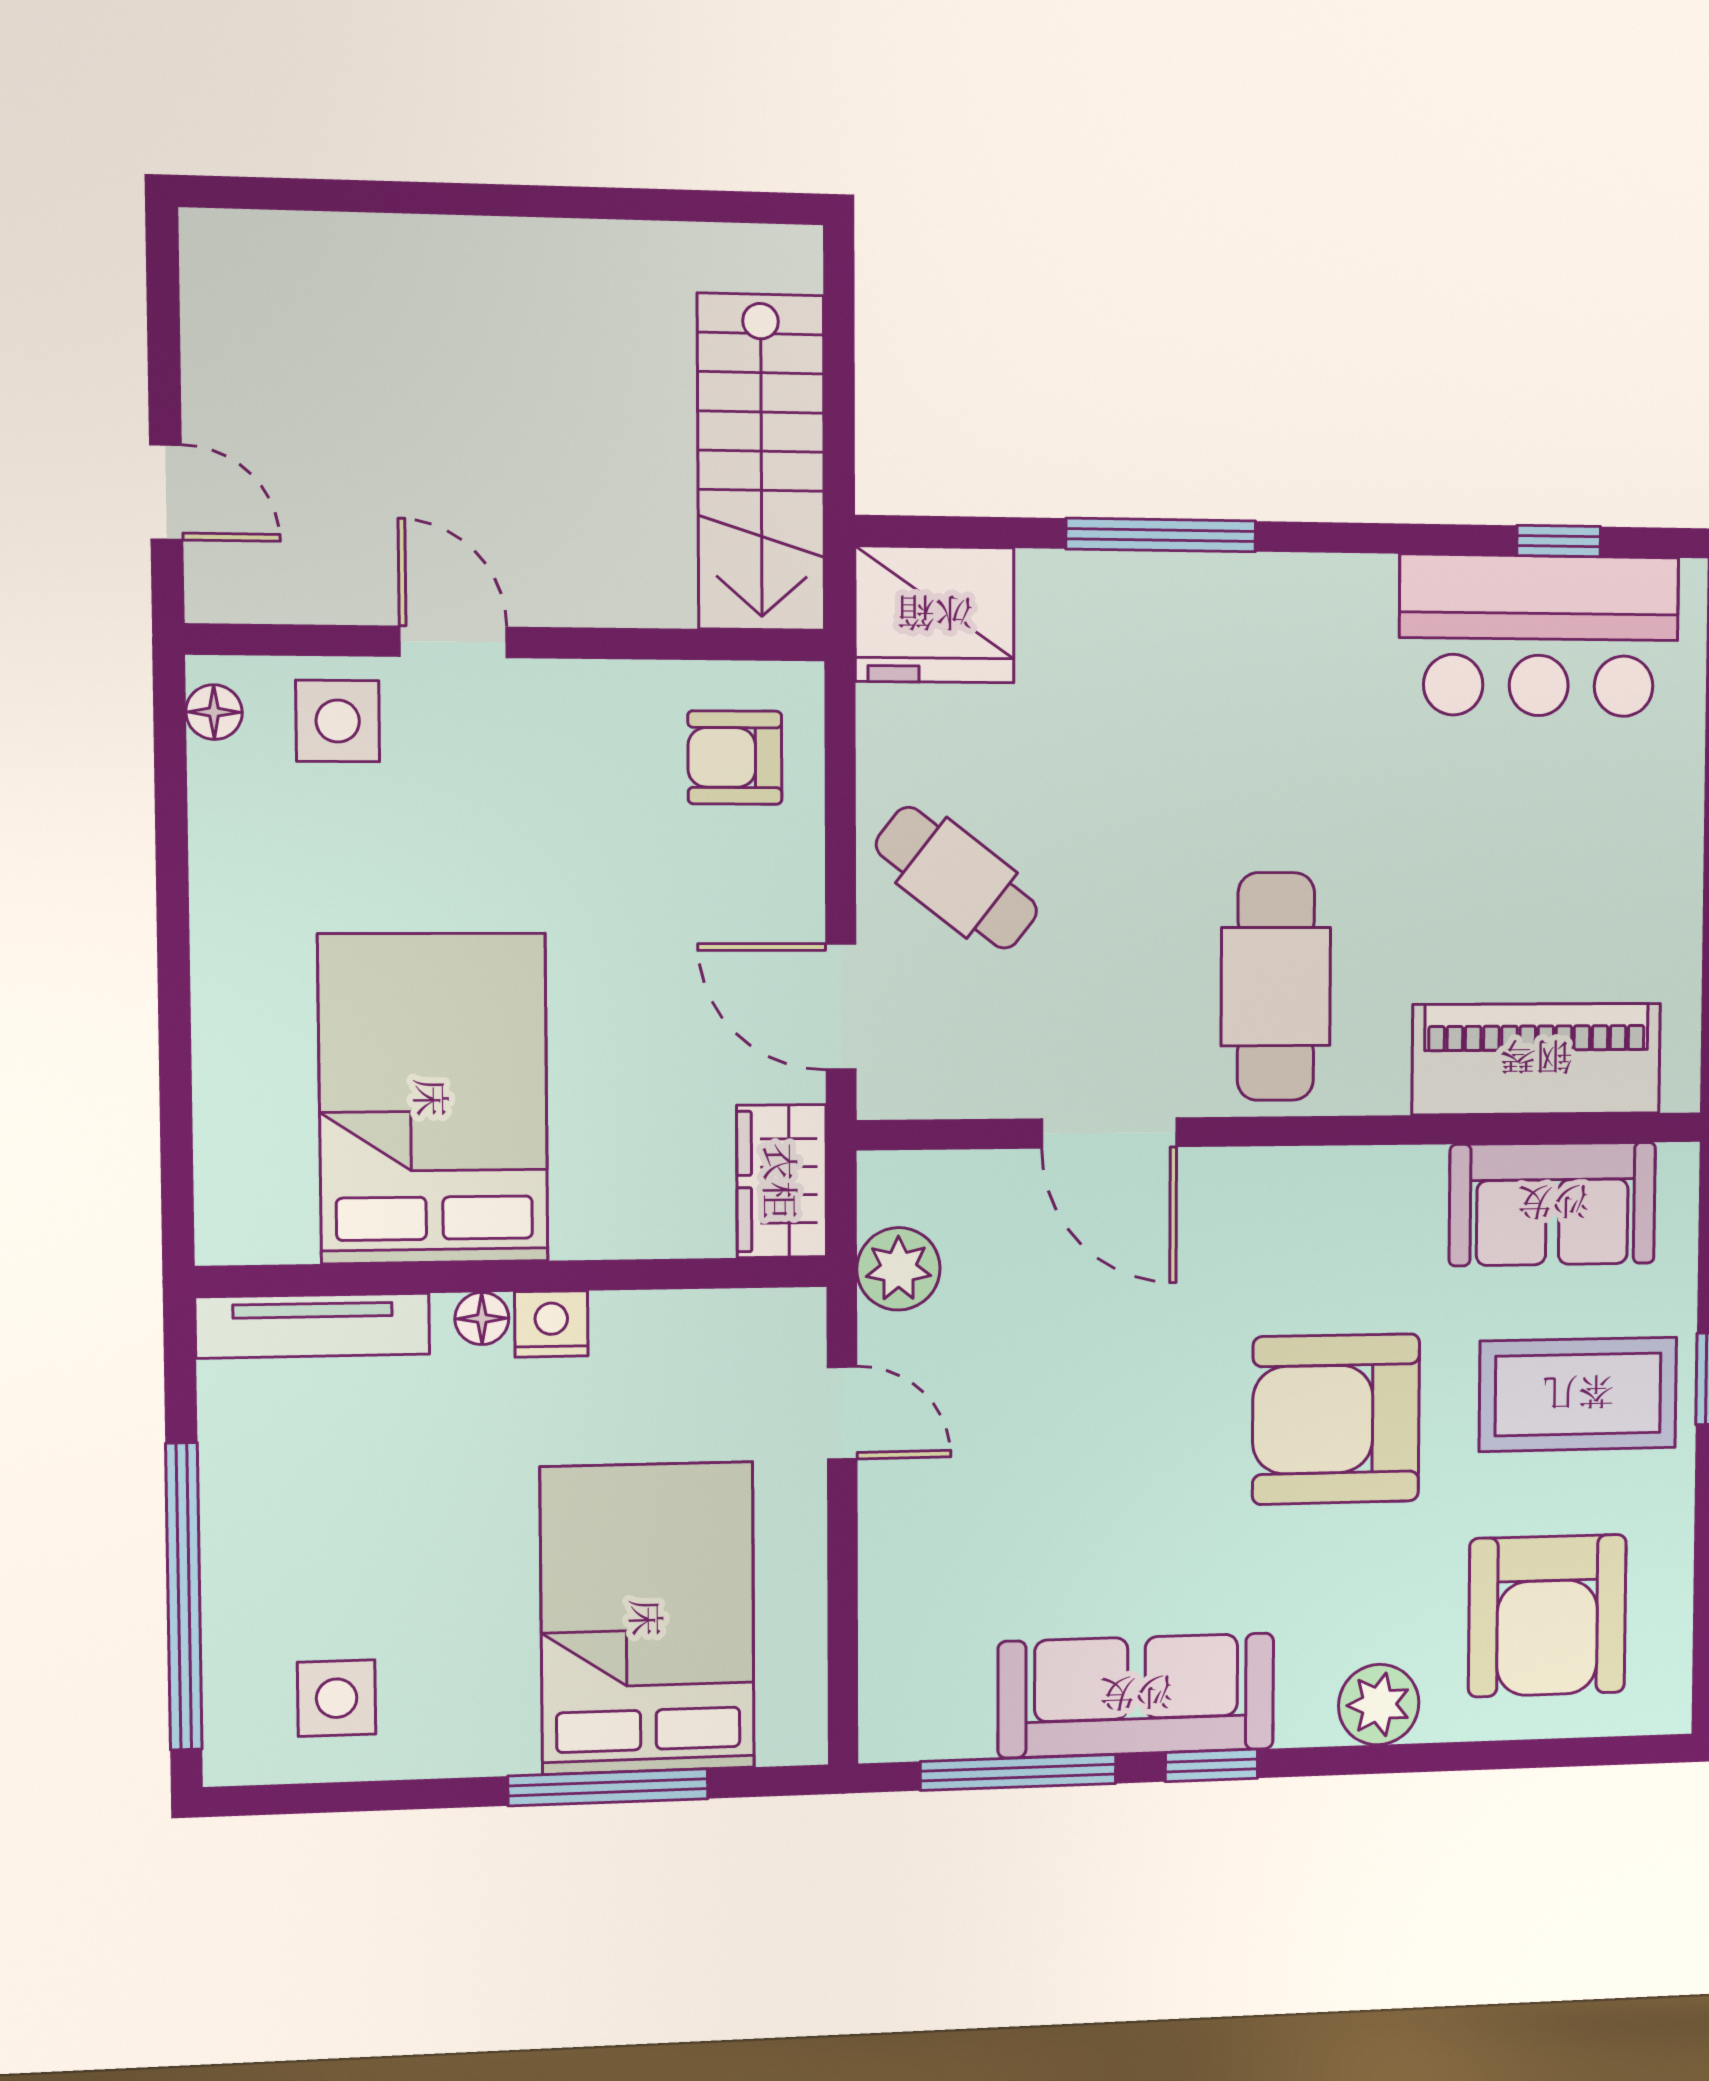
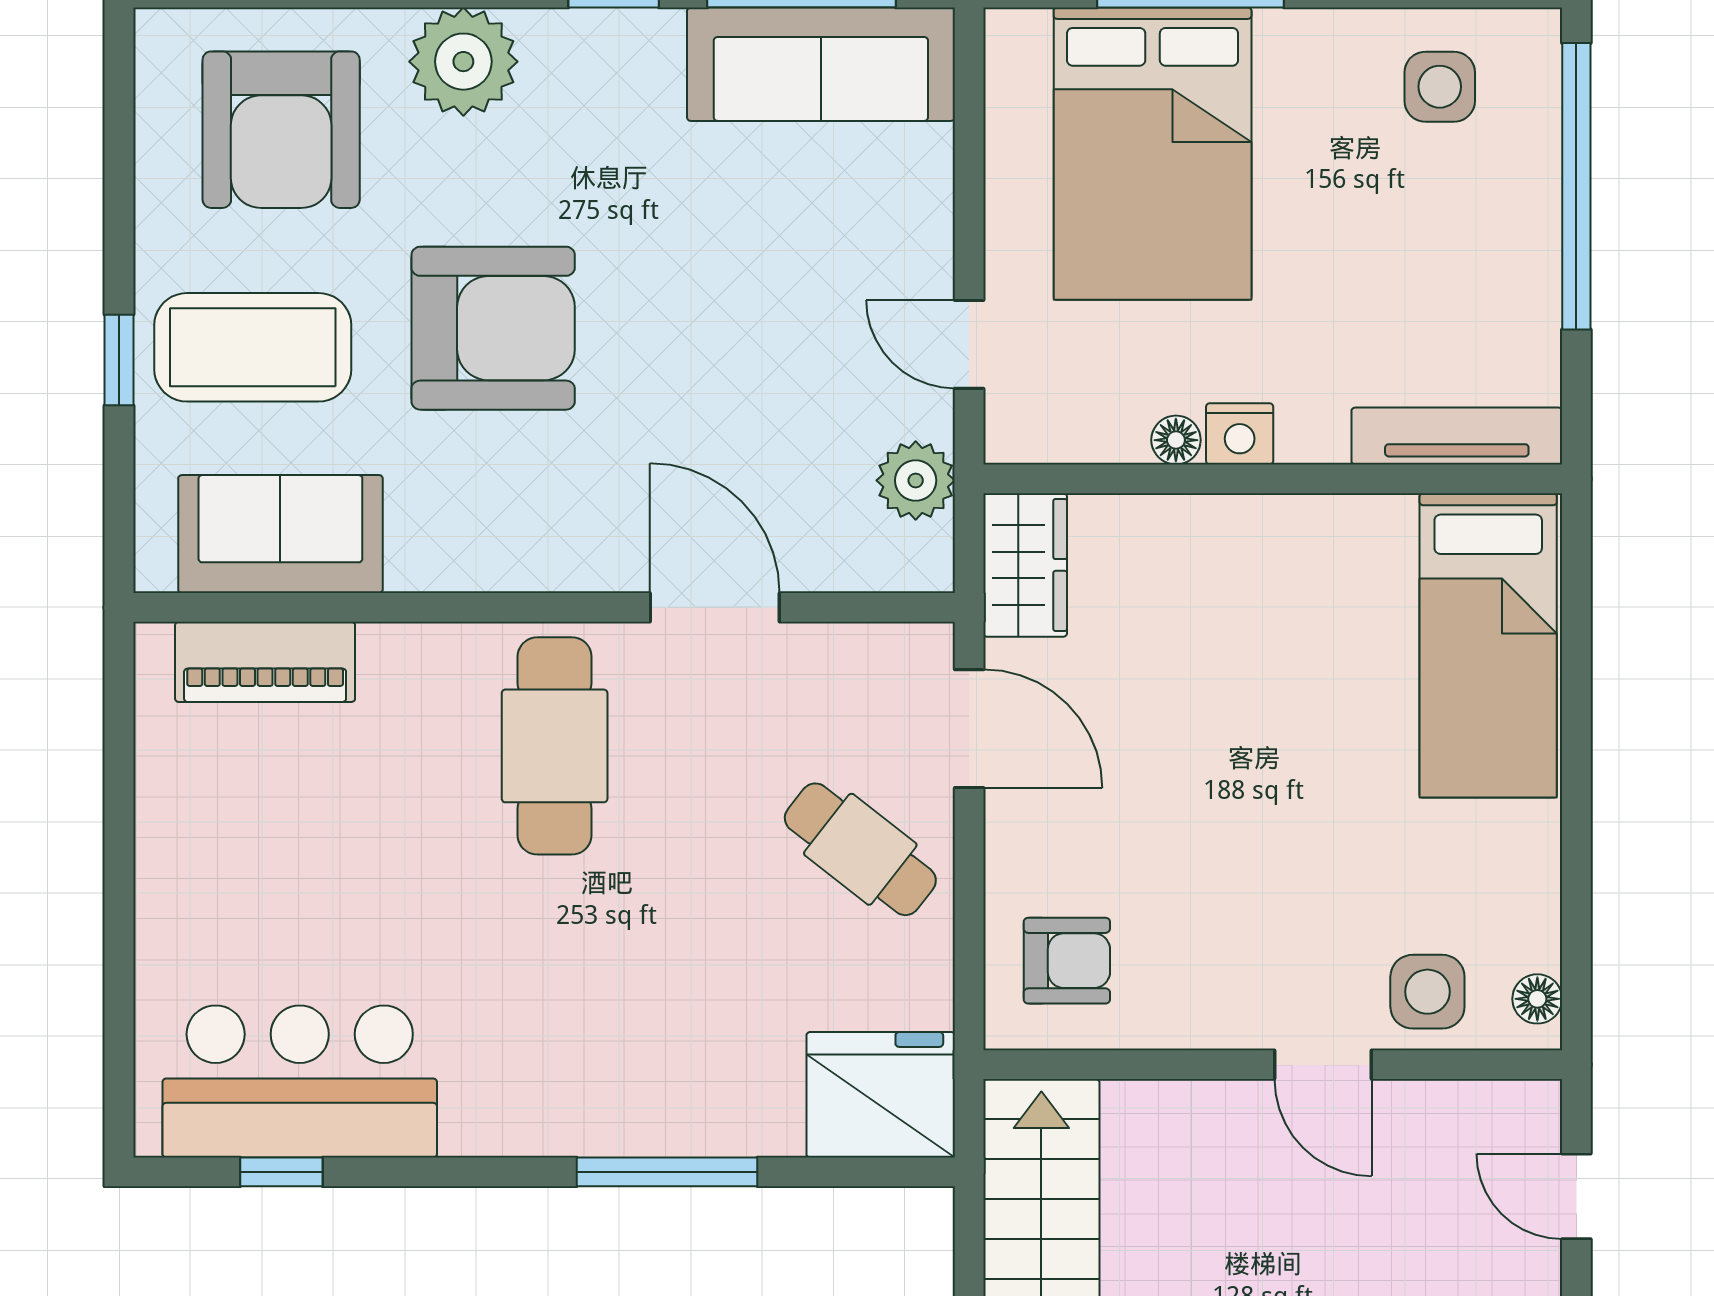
piano: (1536, 1059) -> (265, 662), width x0.73, depth x0.75
bed: (433, 1098) -> (1488, 645), moved, width x0.67
floor lamp: (482, 1318) -> (1176, 440), moved
armchair: (1547, 1616) -> (281, 130), turned 180
sofa: (1136, 1695) -> (821, 64), moved
plant: (1379, 1705) -> (463, 62), width x1.36, depth x1.36

